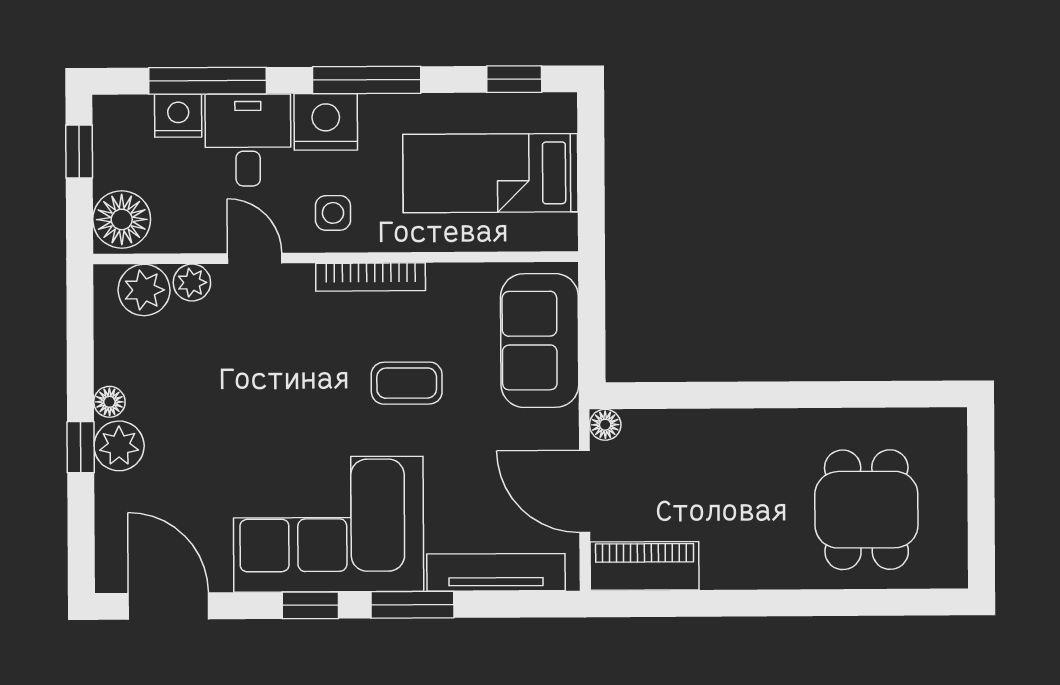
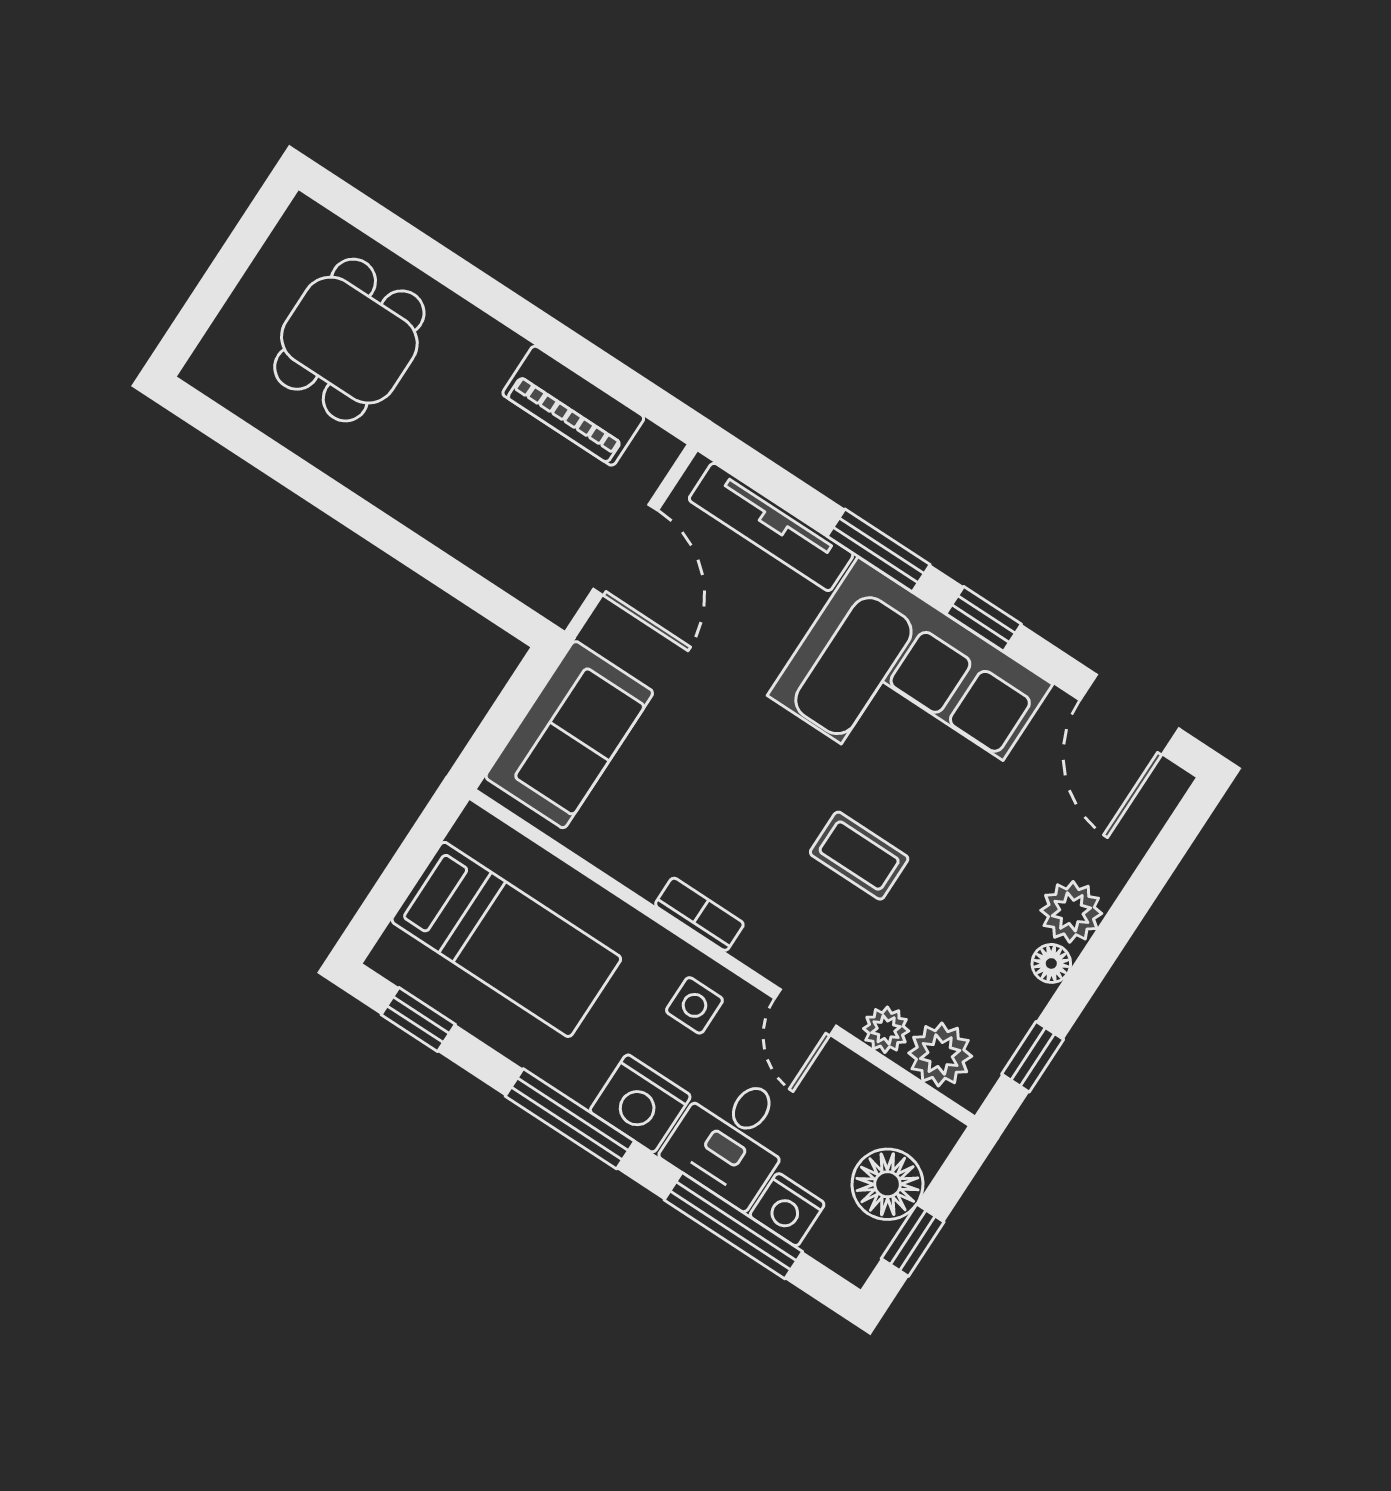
floor lamp: (122, 219) -> (887, 1184), moved
bookcase: (371, 277) -> (699, 914), width x0.64
coffee table: (407, 383) -> (859, 856), moved
floor lamp: (605, 425) -> (559, 604), removed
window: (81, 447) -> (1033, 1057), moved
piano: (645, 566) -> (573, 406), moved

